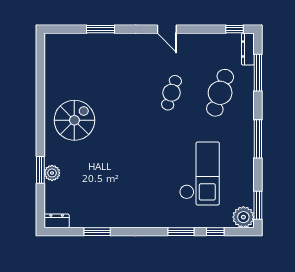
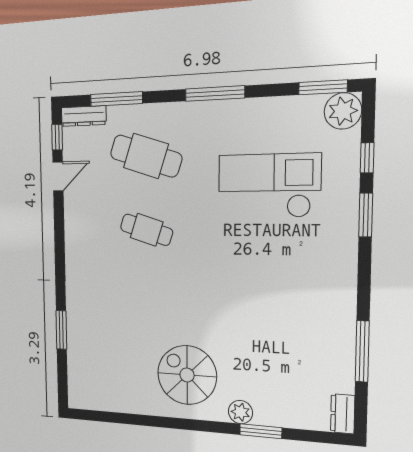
door: (167, 29) -> (58, 176), moved
plant: (52, 173) -> (240, 412), moved
window: (97, 232) -> (362, 351), width x1.44

